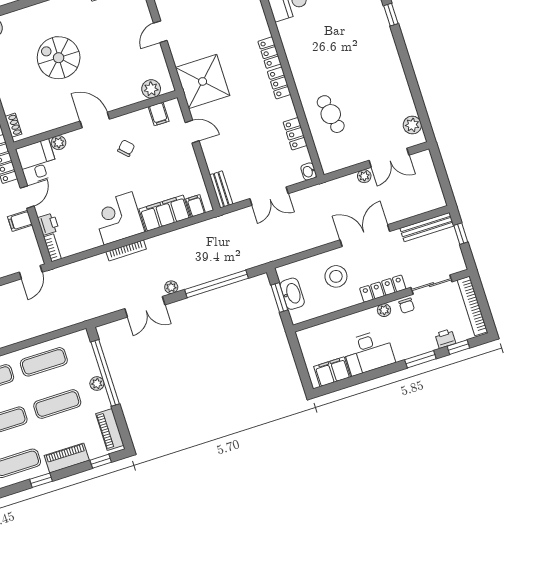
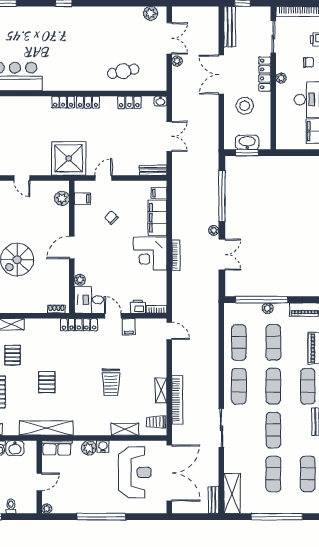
chair: (126, 148) -> (111, 218), moved
chair: (407, 306) -> (308, 62), moved

